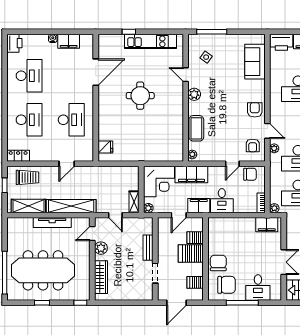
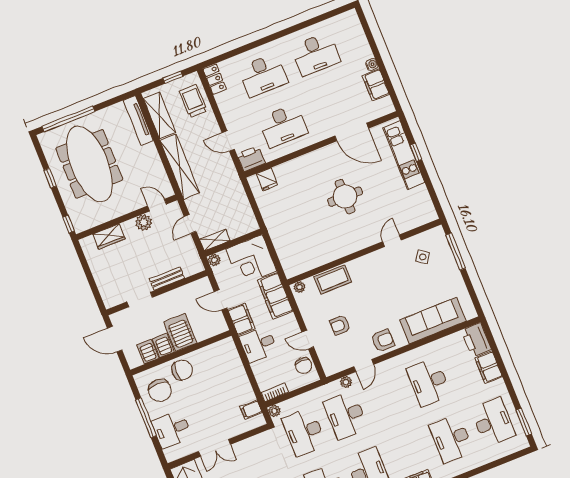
kitchen unit: (150, 41) -> (404, 155), moved
printer: (14, 43) -> (251, 159), moved, turned 180
sofa: (255, 62) -> (433, 321), width x1.36
plant: (194, 94) -> (372, 260), removed
armchair: (253, 145) -> (340, 325), moved
trolley: (28, 177) -> (193, 101), turned 180
tv unit: (52, 223) -> (138, 120), moved
filing cabinet: (267, 225) -> (251, 410), width x0.50
server rack: (195, 238) -> (163, 345), moved
wardrobe: (101, 277) -> (109, 236), width x0.67

